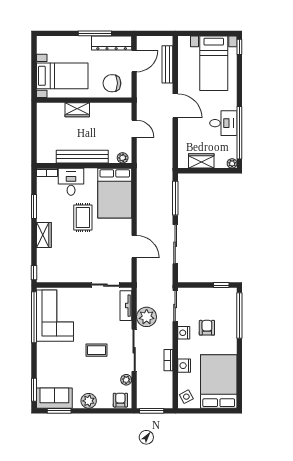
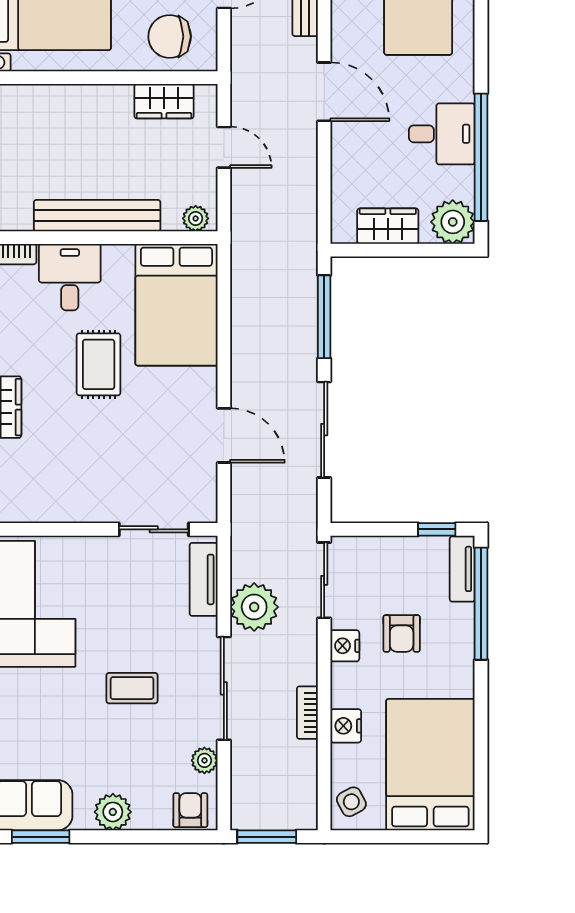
wardrobe: (77, 110) -> (164, 101), moved
plant: (232, 163) -> (453, 222), width x1.88, depth x1.88
tv unit: (232, 301) -> (462, 569), added
armchair: (207, 328) -> (402, 634), turned 180

